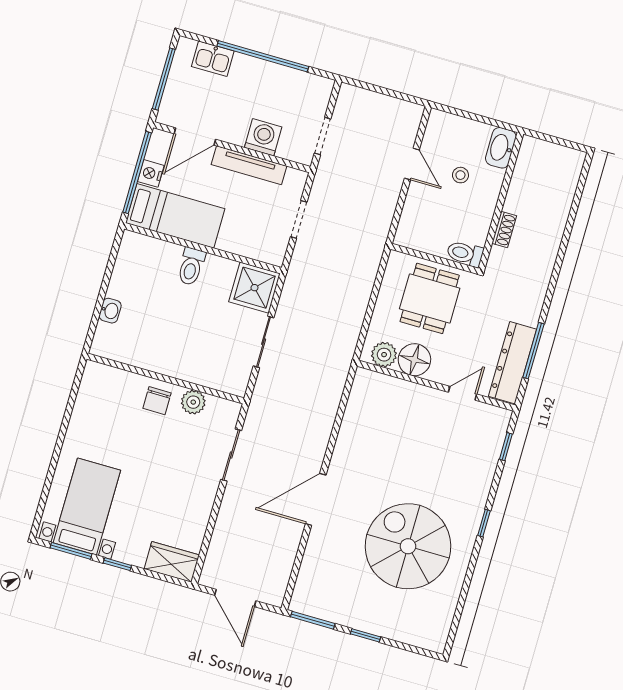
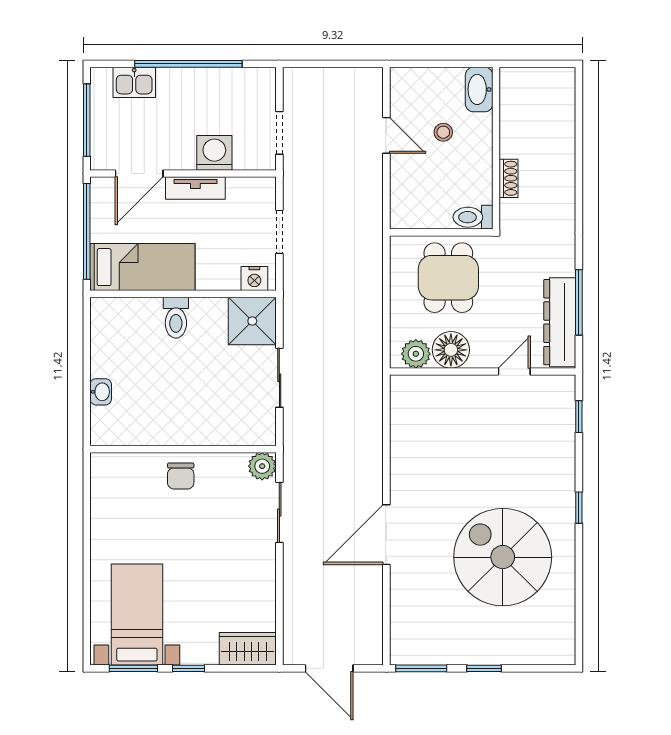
tv unit: (249, 165) -> (195, 188), width x0.71
nightstand: (151, 173) -> (254, 279), moved, turned -90
plant: (193, 402) -> (262, 466), moved

